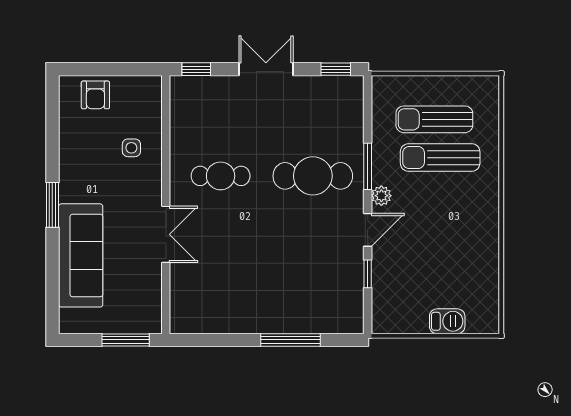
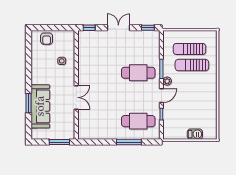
cafe table: (221, 176) -> (138, 121), moved, width x1.37, depth x1.35
window: (52, 205) -> (28, 103), moved

